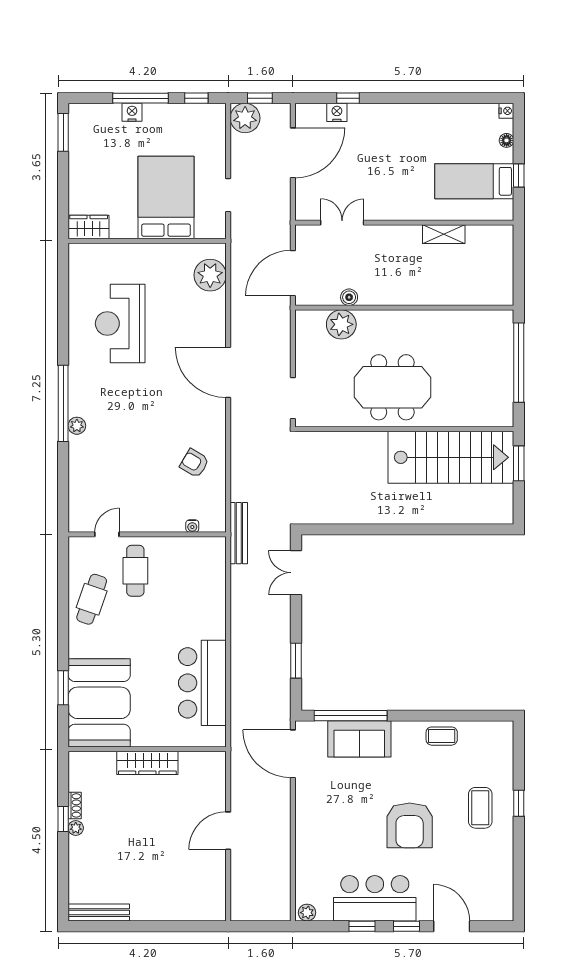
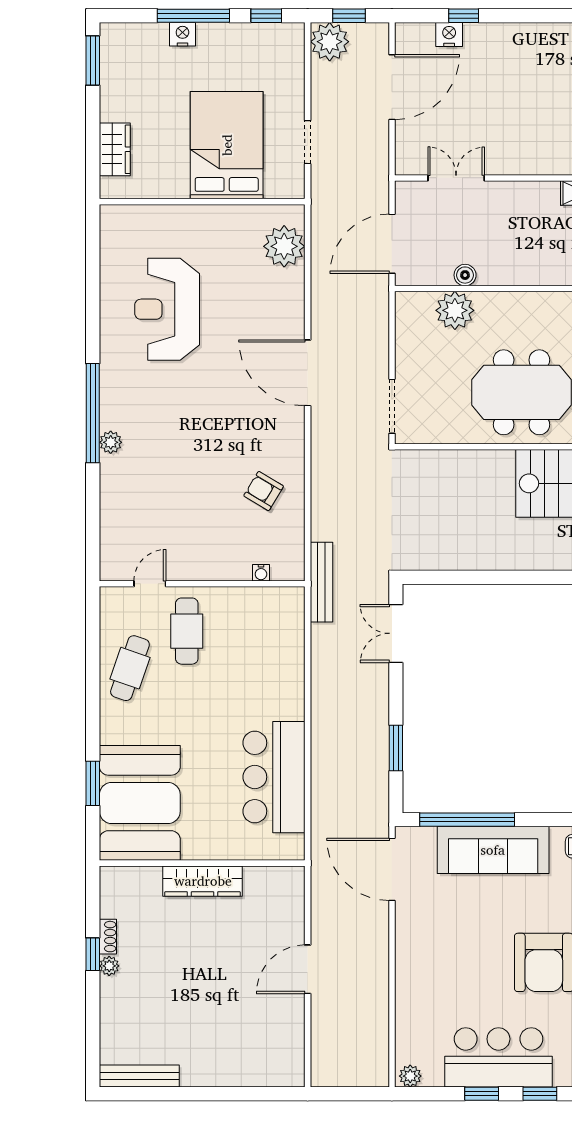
wardrobe: (89, 227) -> (115, 149), moved, turned 90
sofa: (359, 739) -> (493, 850), width x1.36

